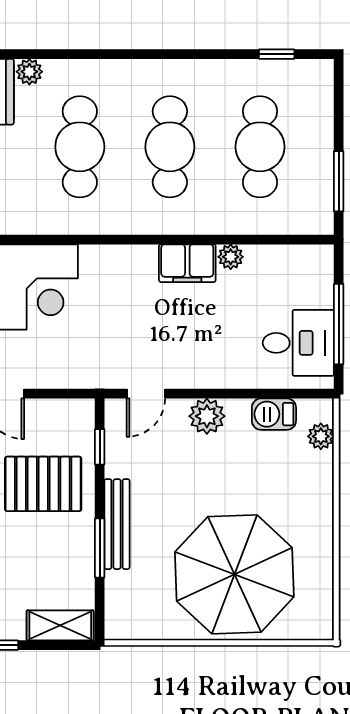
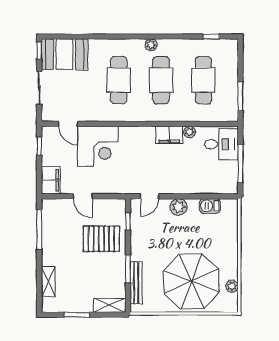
plant: (29, 72) -> (151, 45), moved
desk: (298, 343) -> (221, 144), moved
plant: (321, 436) -> (232, 286), moved
bench: (117, 524) -> (136, 283), moved

